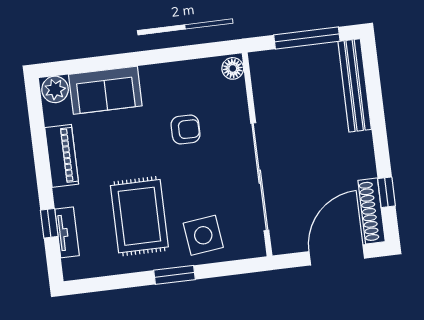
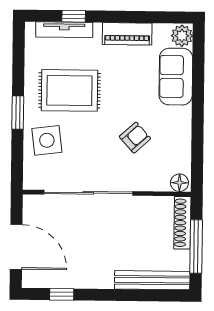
armchair: (186, 130) -> (135, 138), turned -132
shoe rack: (372, 211) -> (182, 223), moved, turned -90
tv unit: (67, 232) -> (64, 30), width x1.41

